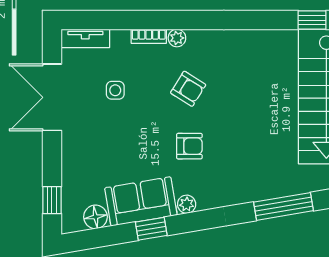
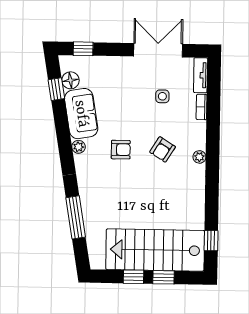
bookcase: (149, 36) -> (202, 107), moved
plant: (177, 38) -> (199, 157), moved
armchair: (189, 146) -> (121, 150), turned -90
window: (151, 229) -> (56, 89), moved

